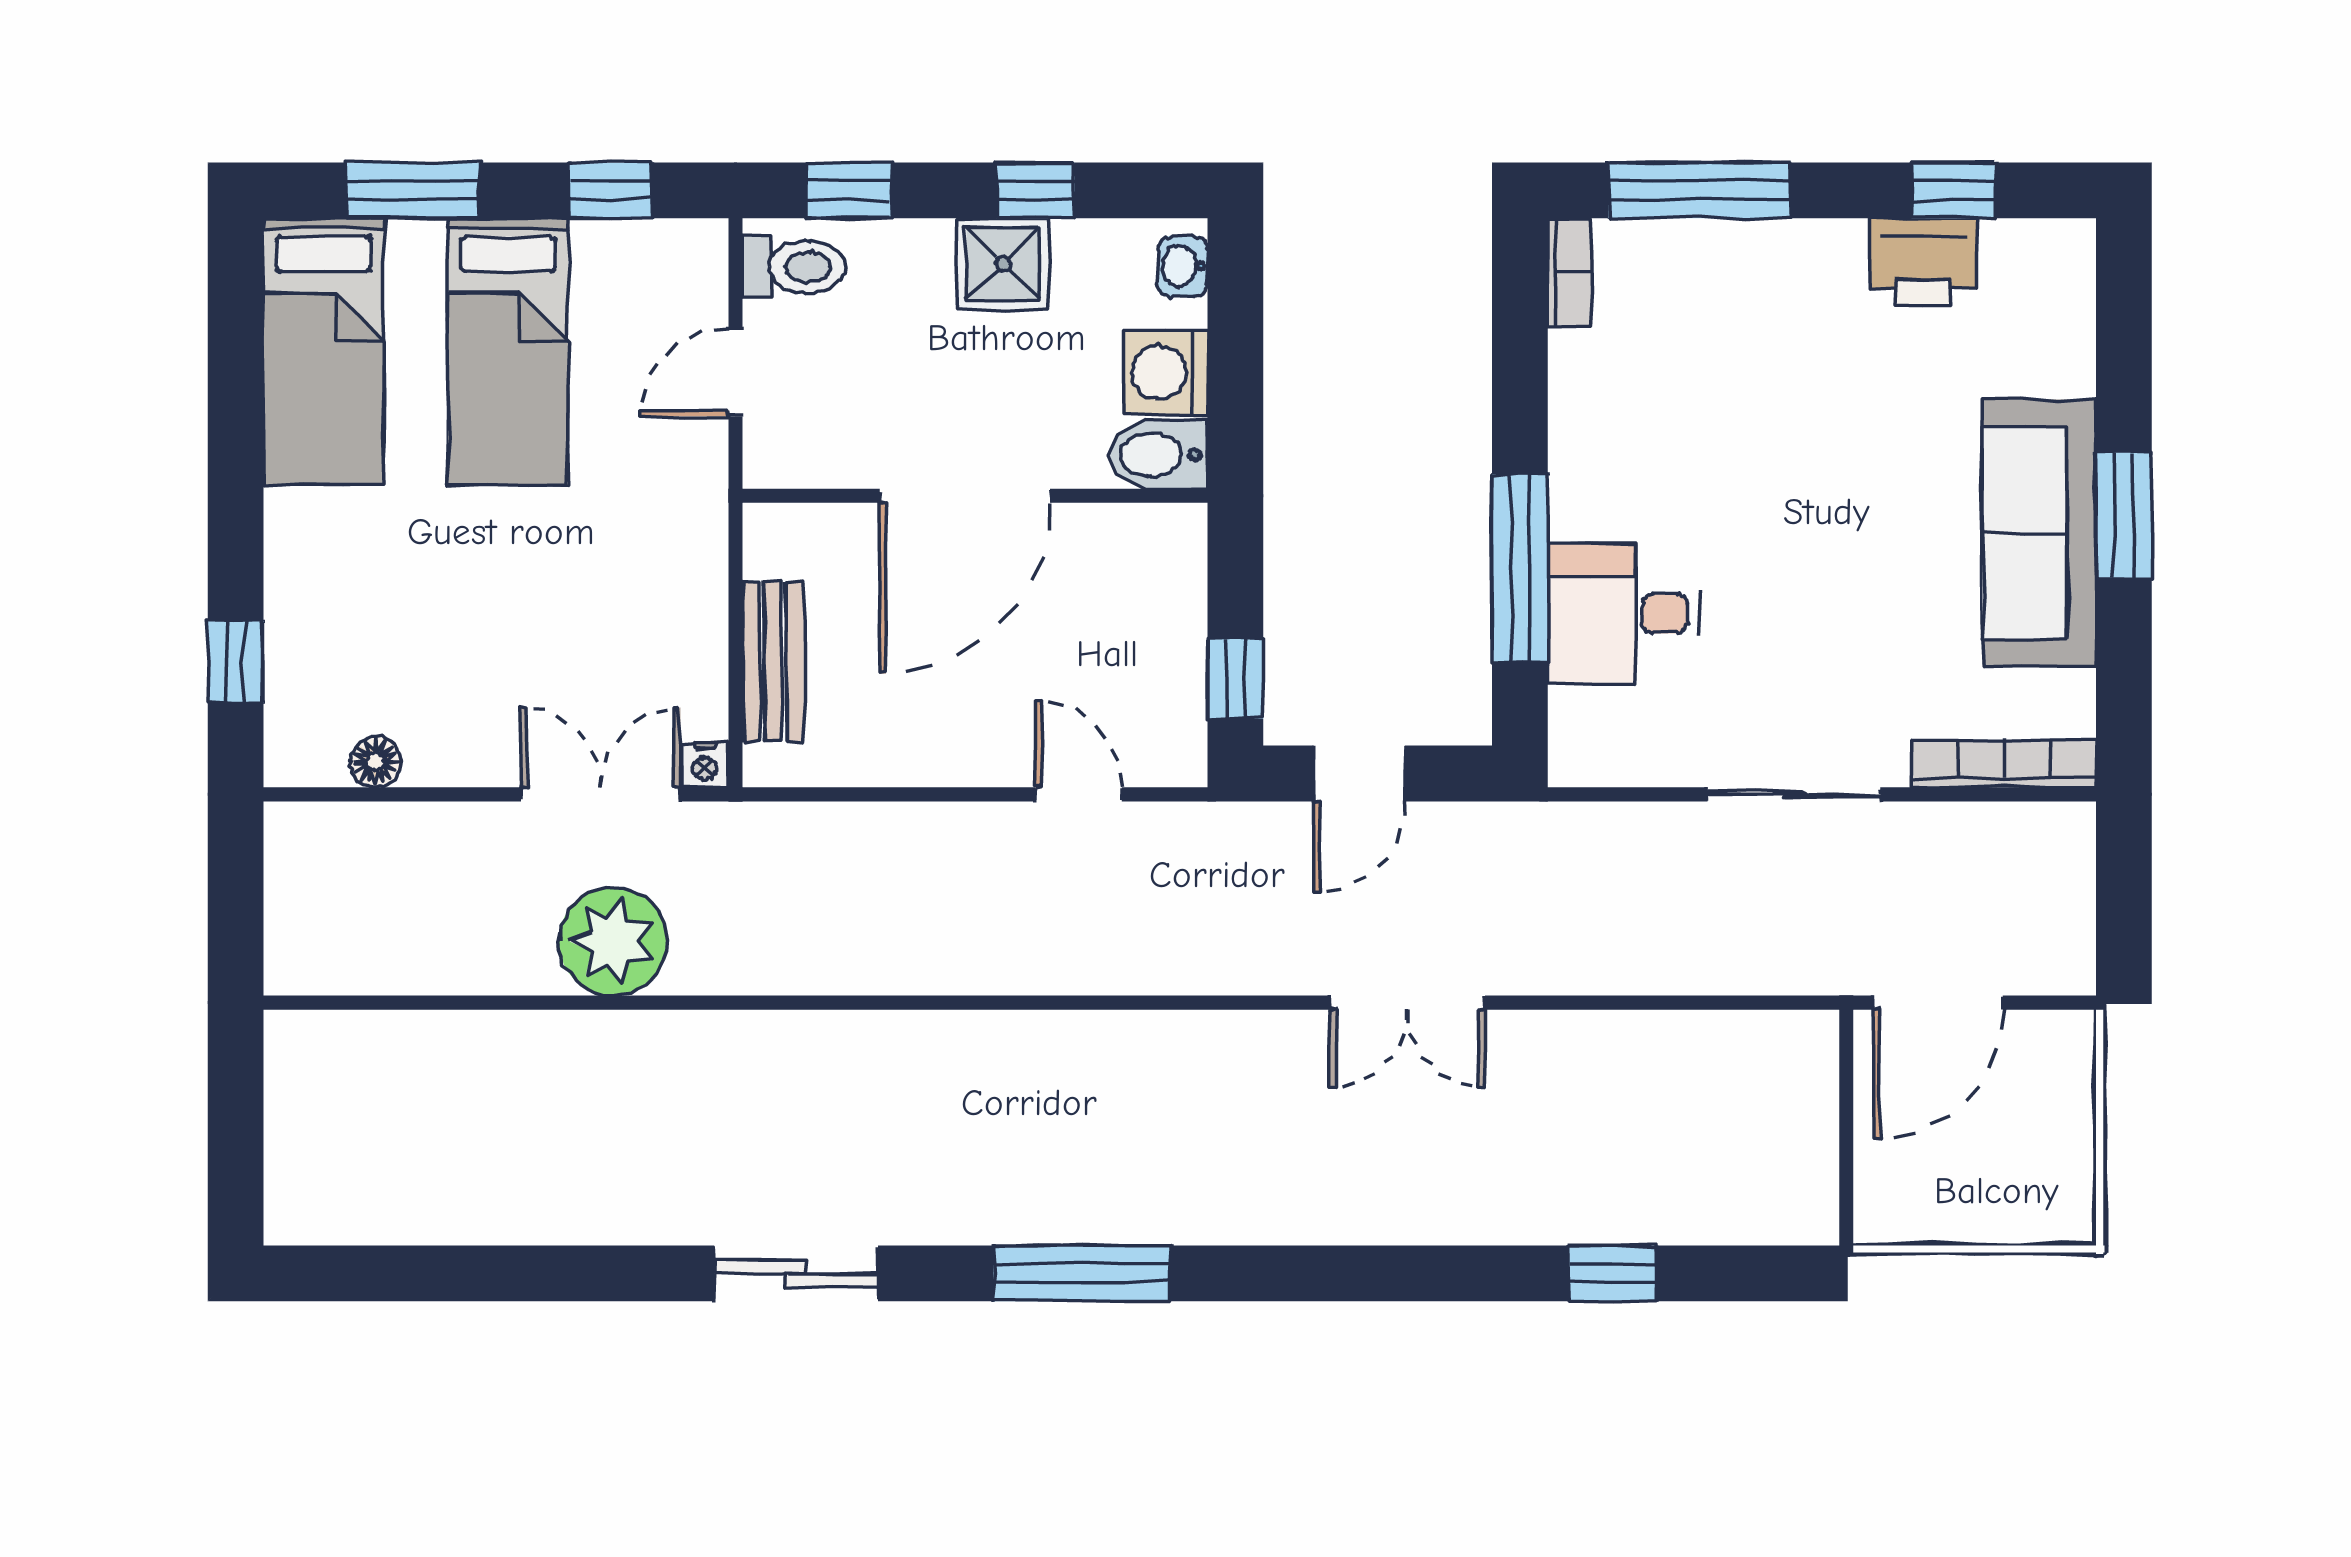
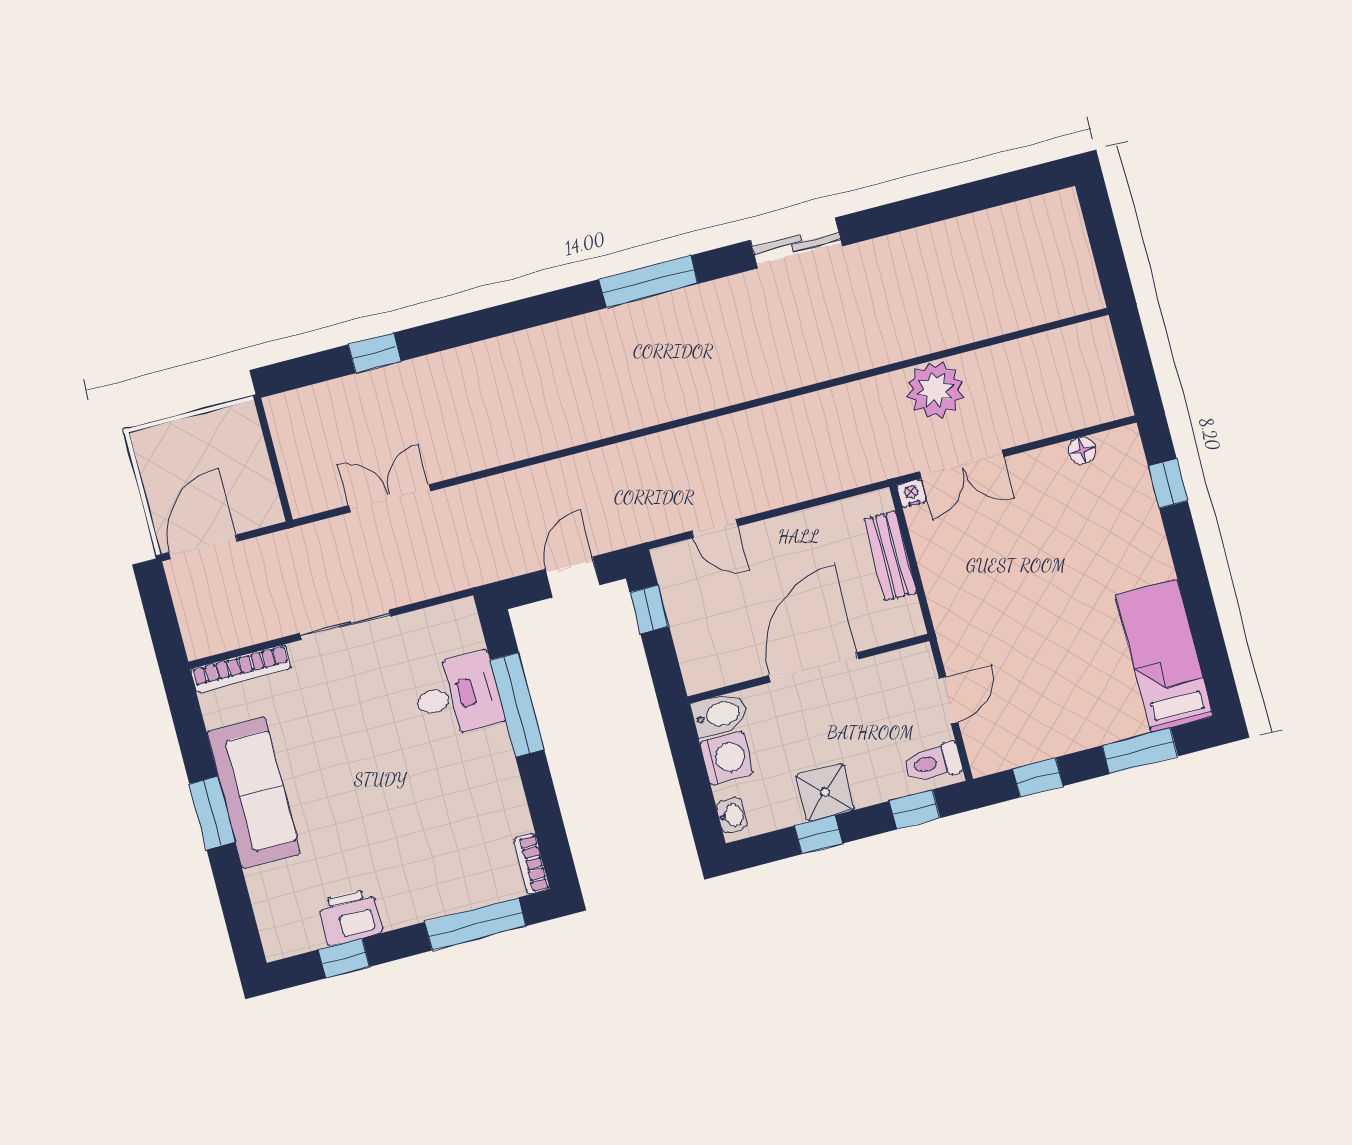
bed: (508, 351) -> (1069, 681), removed
double door: (1408, 1003) -> (390, 498), moved
door: (1938, 1003) -> (203, 547), moved

